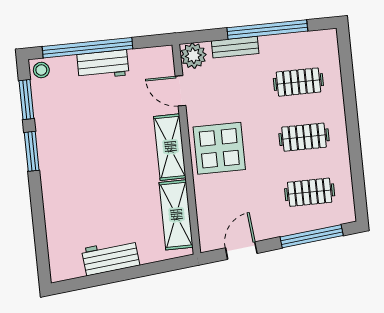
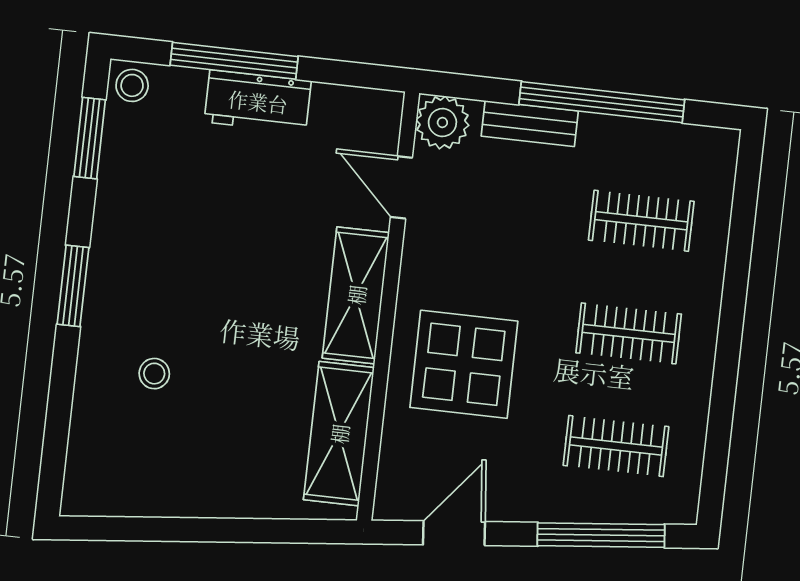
window: (88, 48) -> (234, 61), width x0.68
display table: (219, 148) -> (464, 364), moved
window: (32, 151) -> (73, 286), moved
stool: (82, 205) -> (154, 374), added
workbench: (111, 257) -> (190, 490), removed

